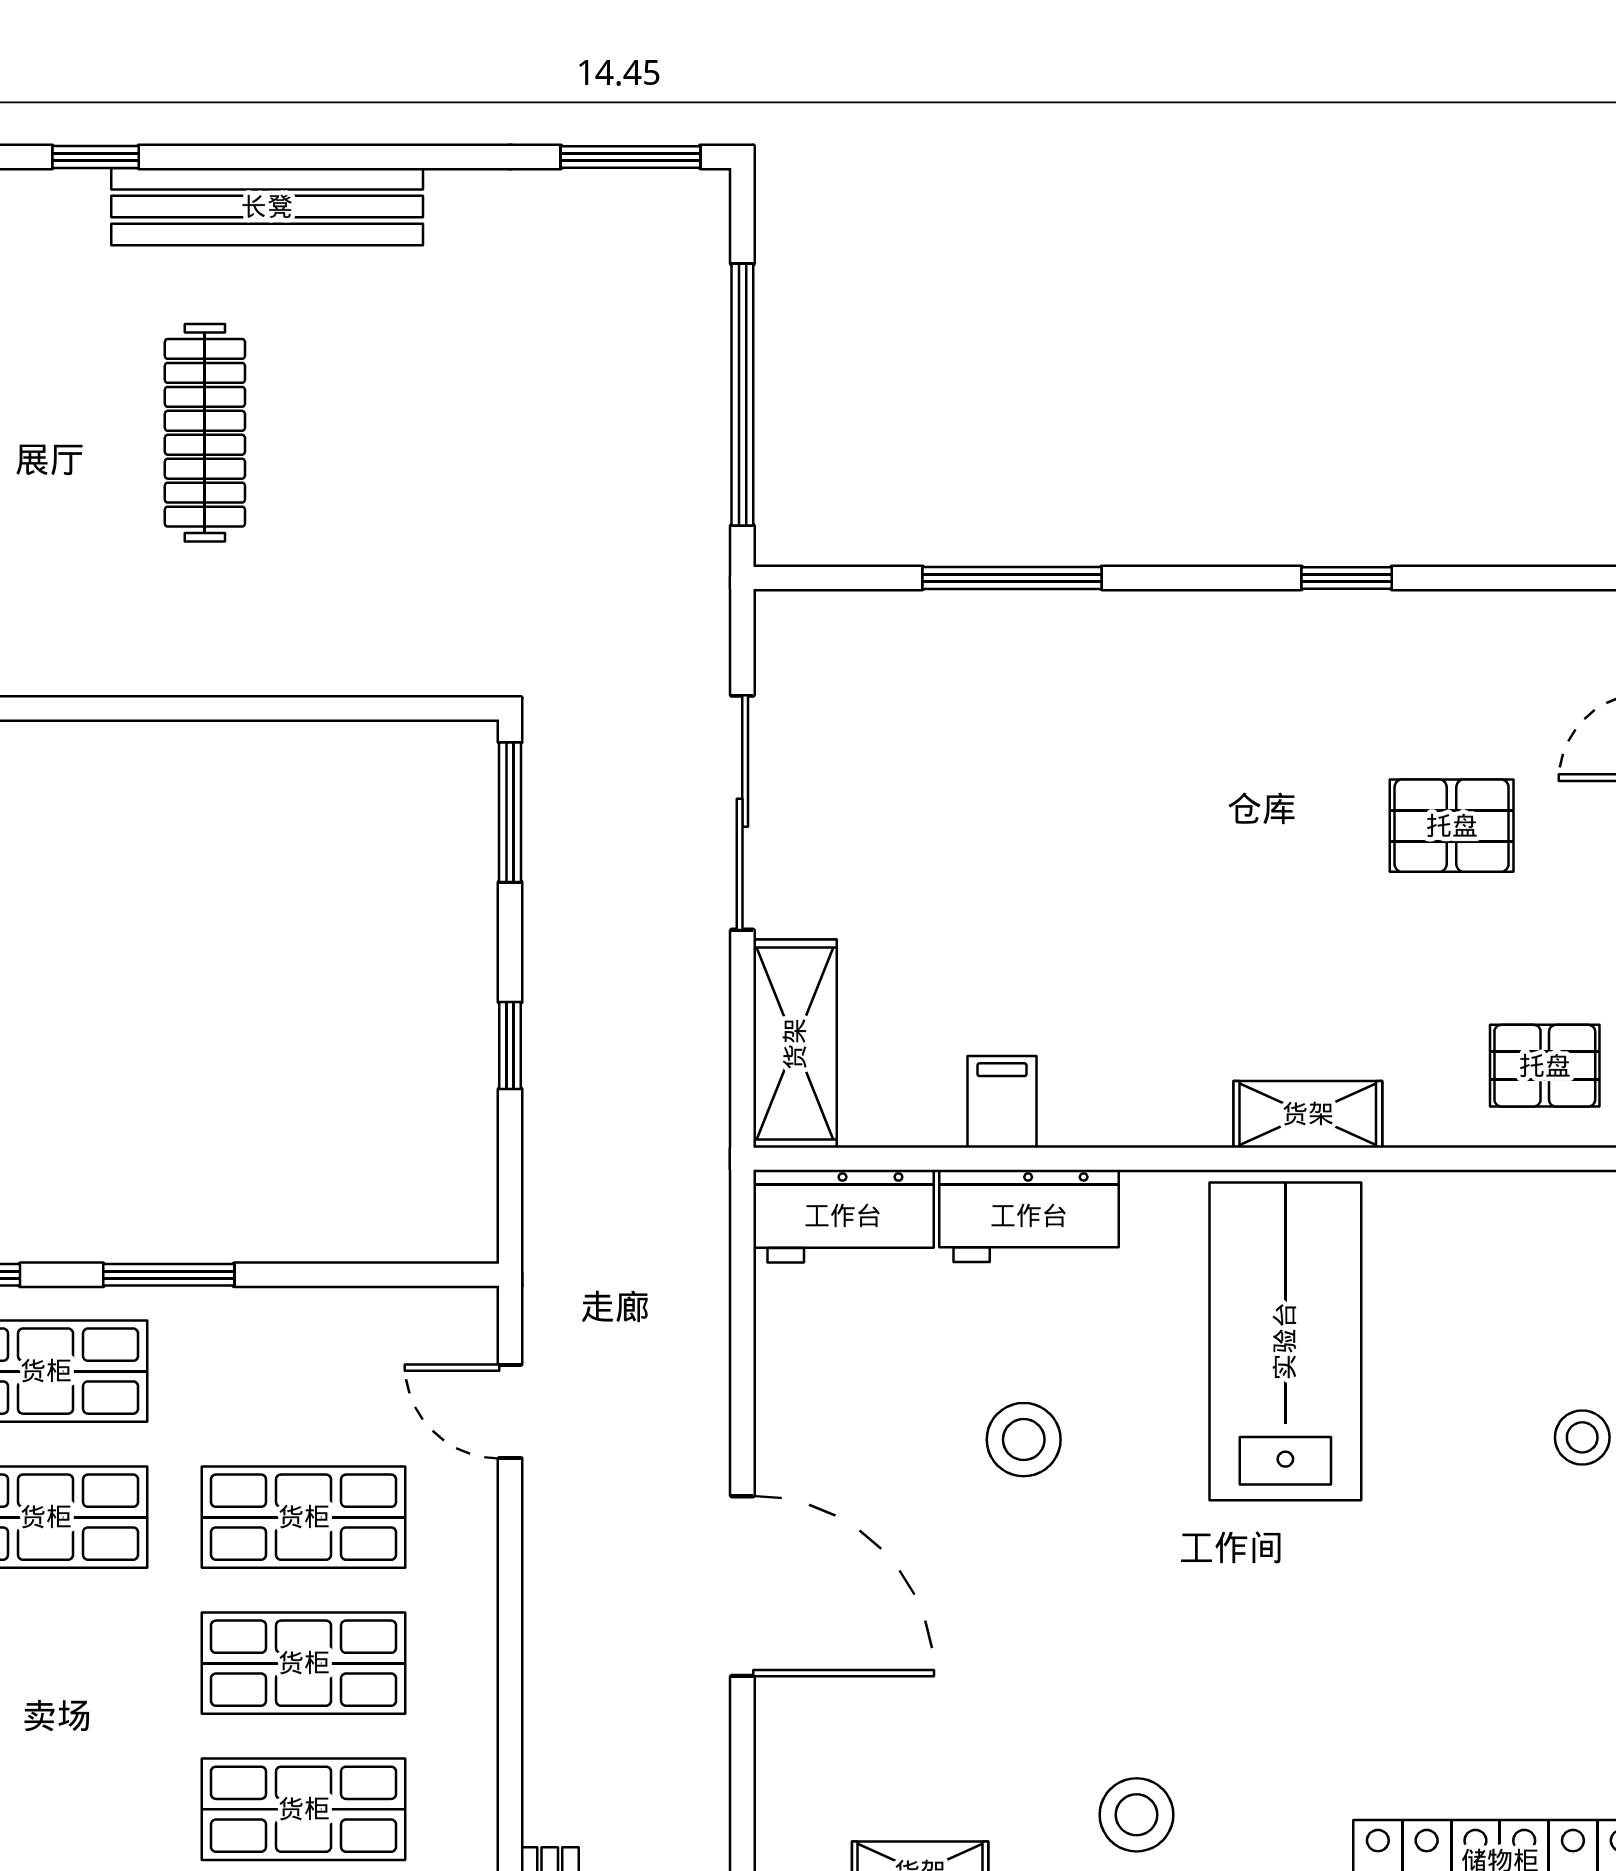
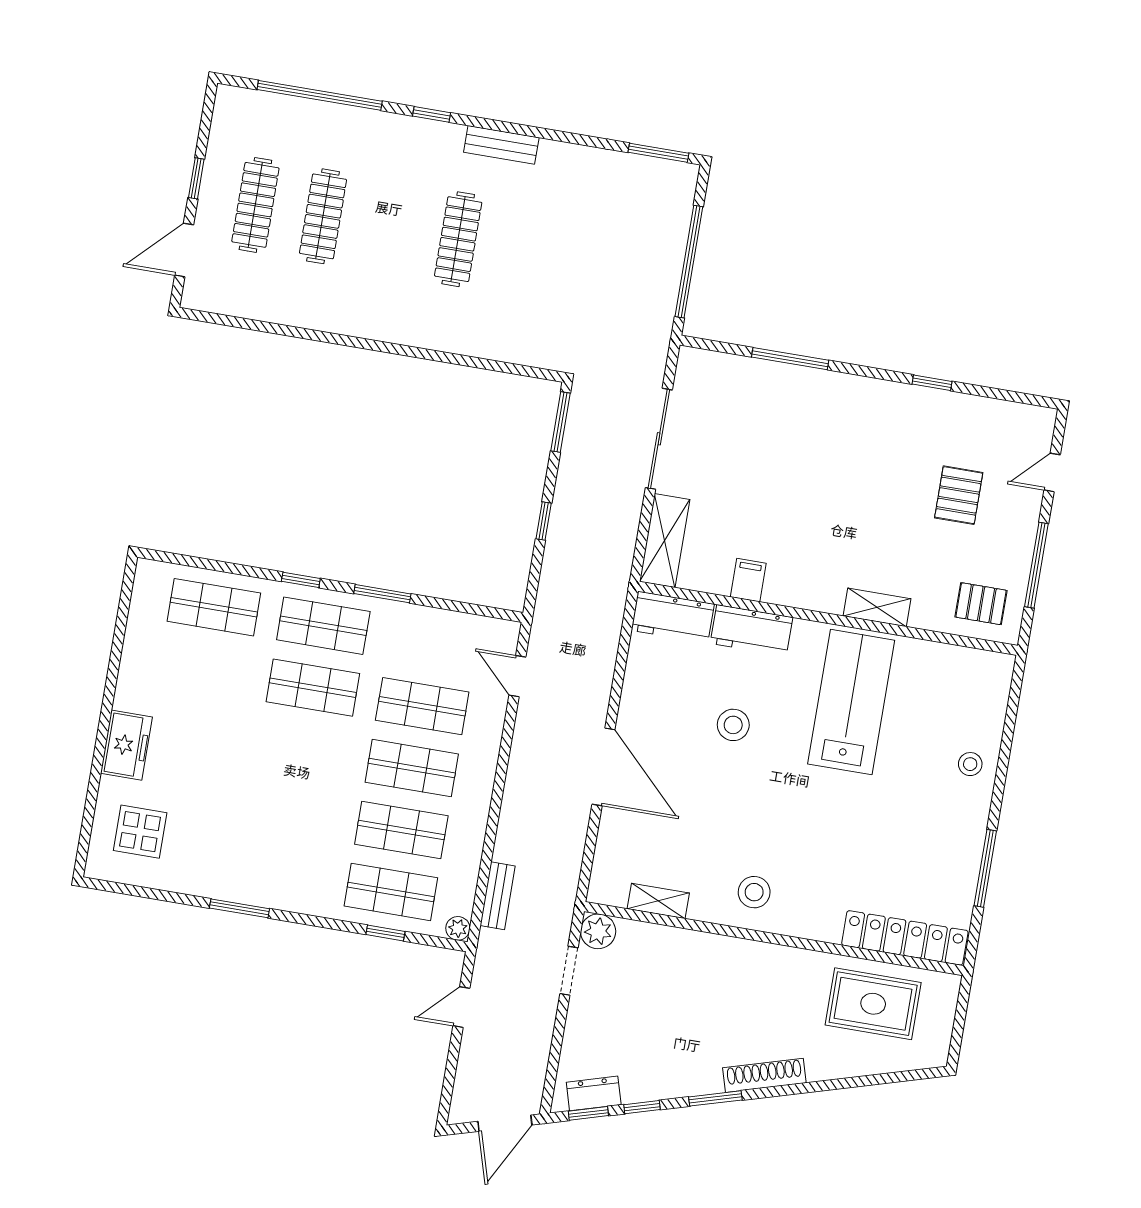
bench: (267, 207) -> (501, 145), width x0.54, depth x0.82
pallet: (1452, 826) -> (959, 495), turned 90

